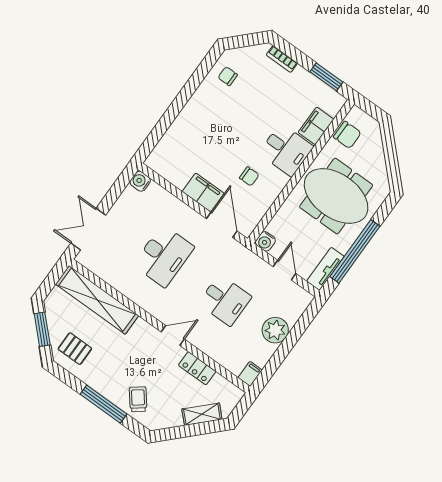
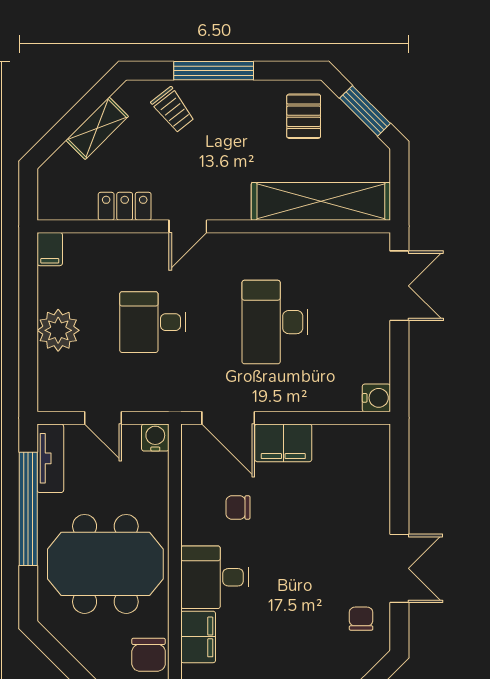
chair: (228, 76) -> (361, 619), turned -90
double door: (190, 87) -> (399, 568), added
chair: (347, 135) -> (149, 655), turned -90
pallet: (75, 349) -> (304, 116), turned 90
shelving: (202, 414) -> (97, 128), moved

